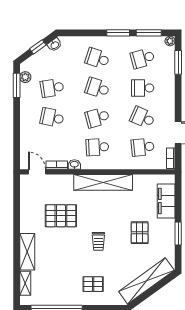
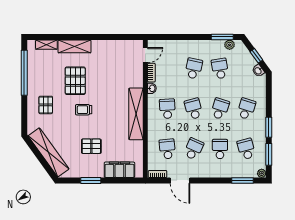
pallet: (61, 216) -> (75, 81), moved

